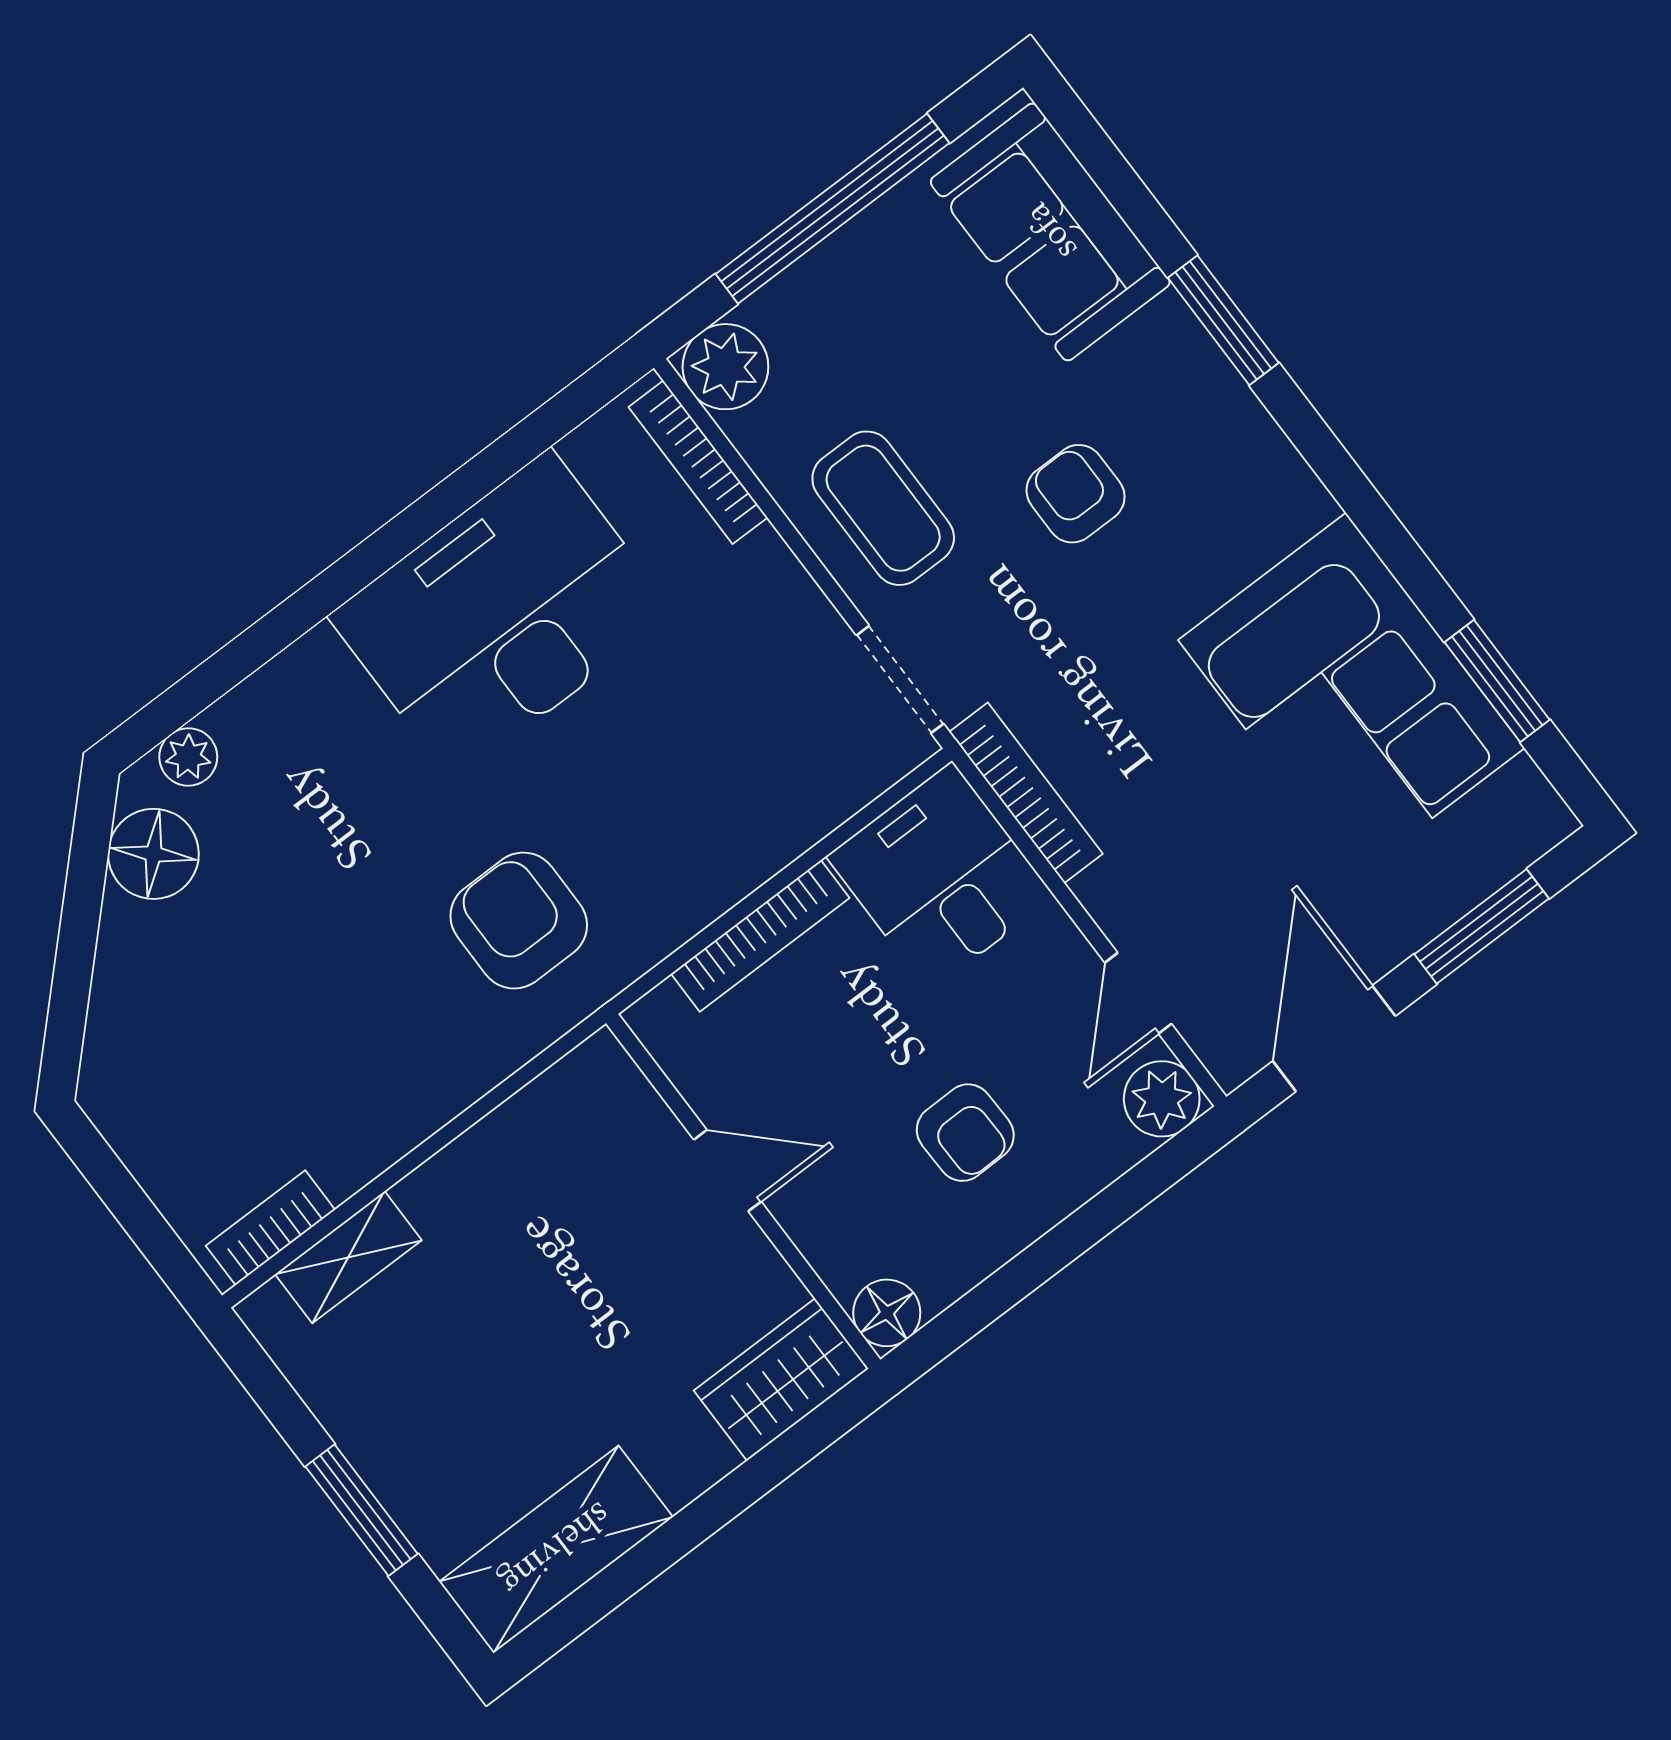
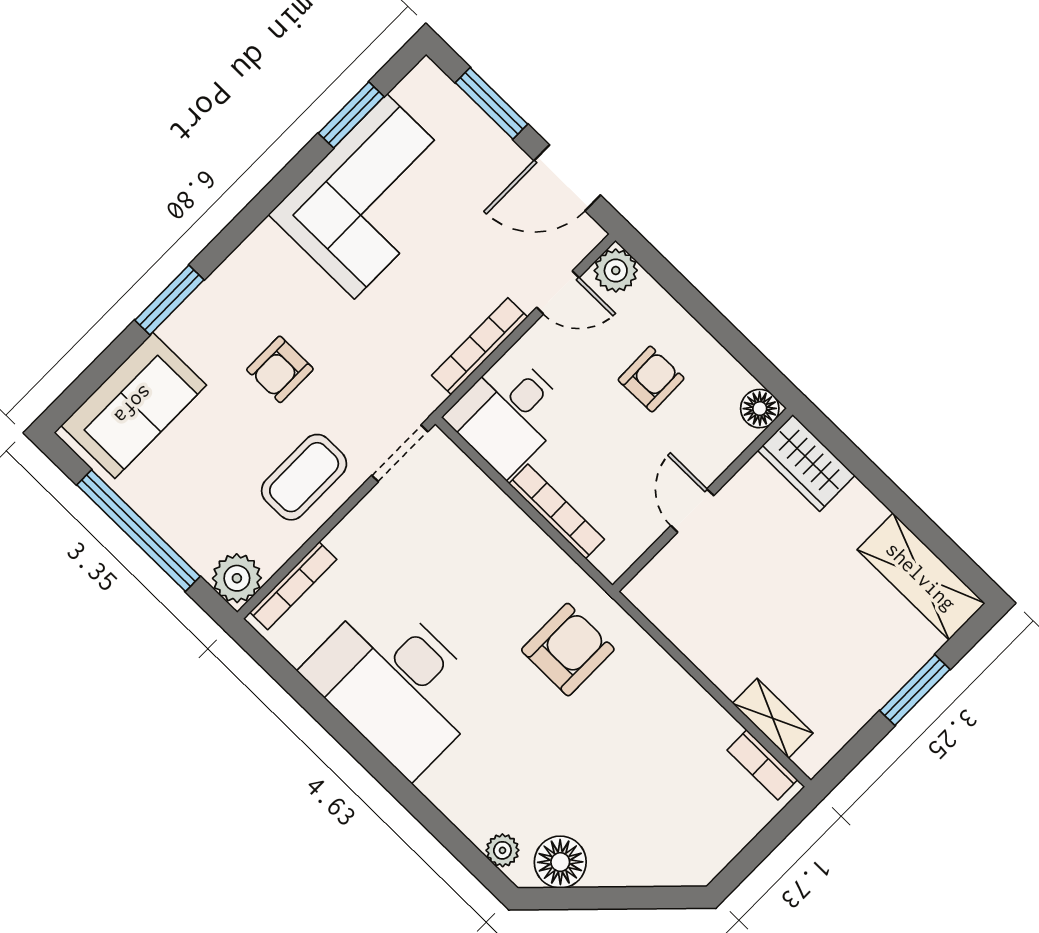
bookcase: (1026, 793) -> (480, 346), moved
armchair: (519, 921) -> (568, 650), turned 180

